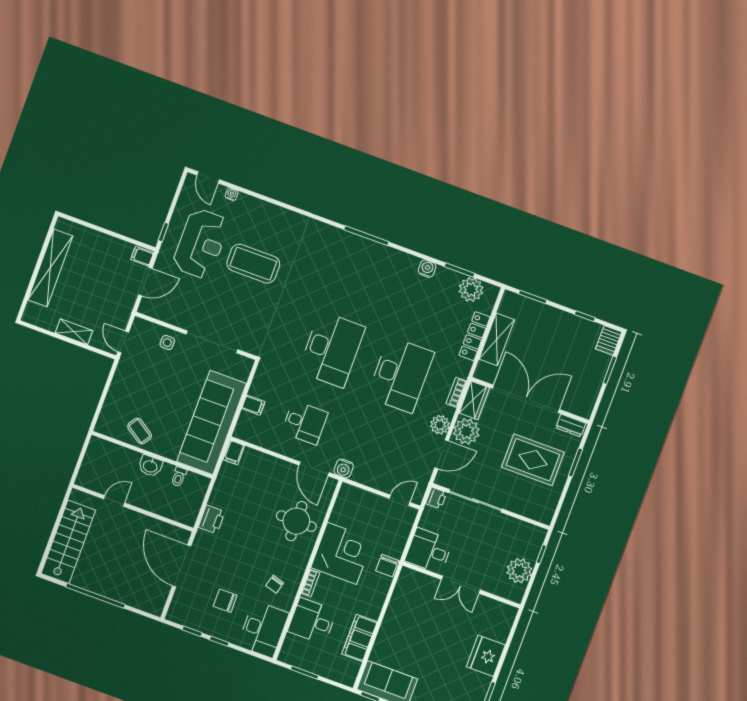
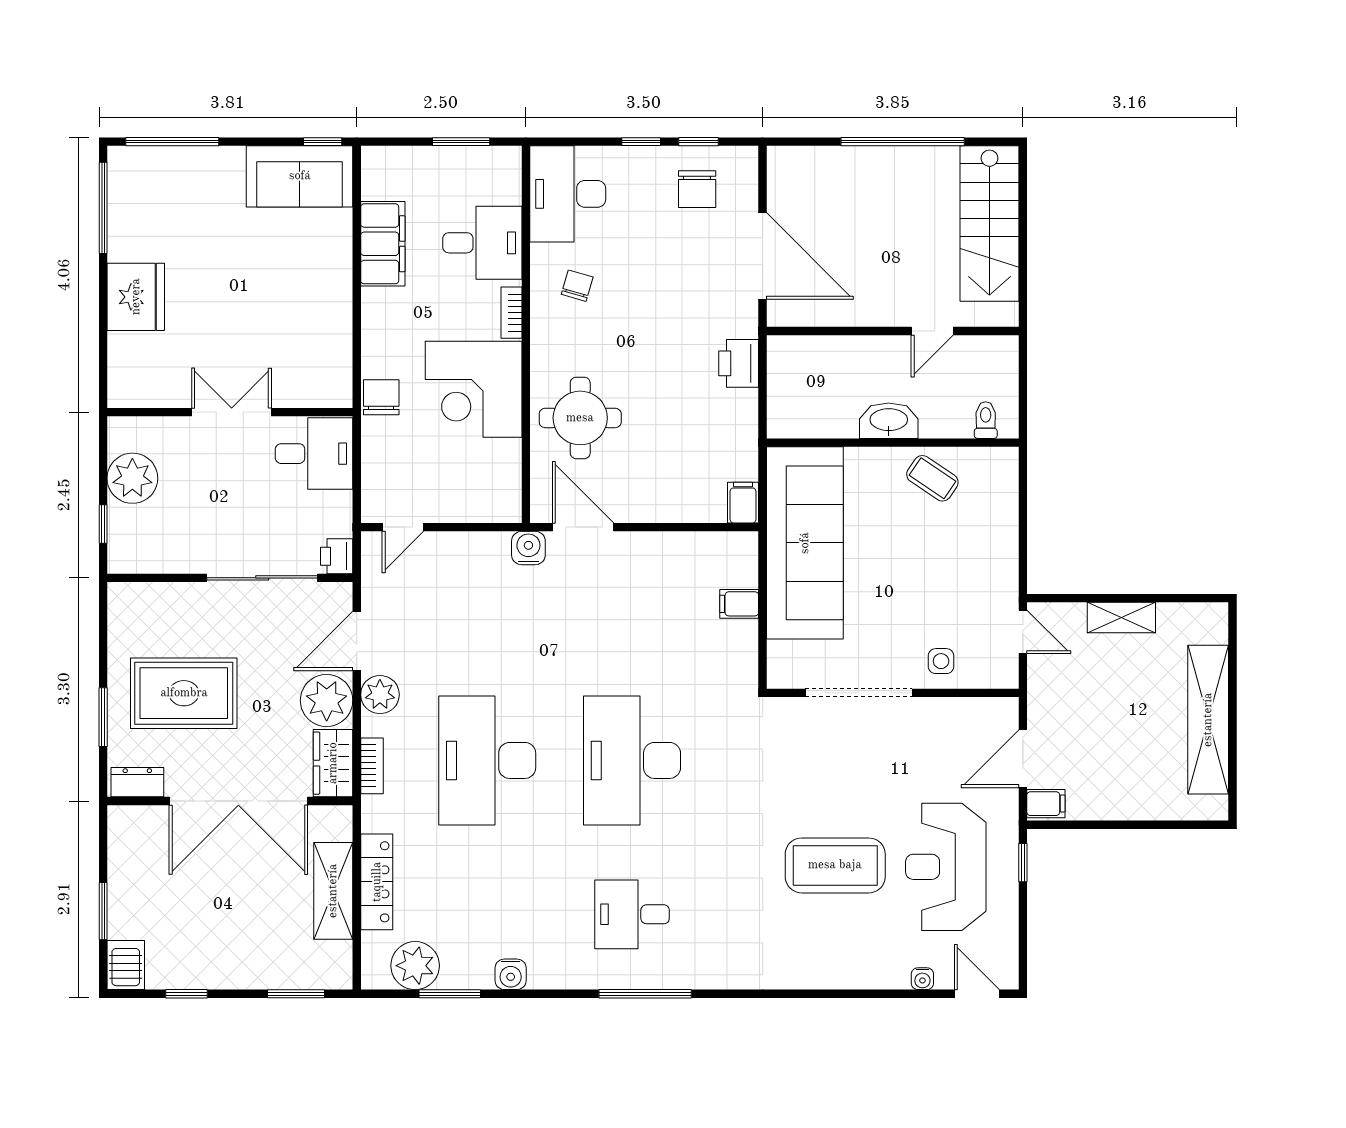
desk: (305, 423) -> (632, 914), moved
washbasin: (150, 466) -> (889, 421), width x1.38
toilet: (179, 477) -> (986, 420), moved
chair: (225, 601) -> (697, 189), moved, turned 90

